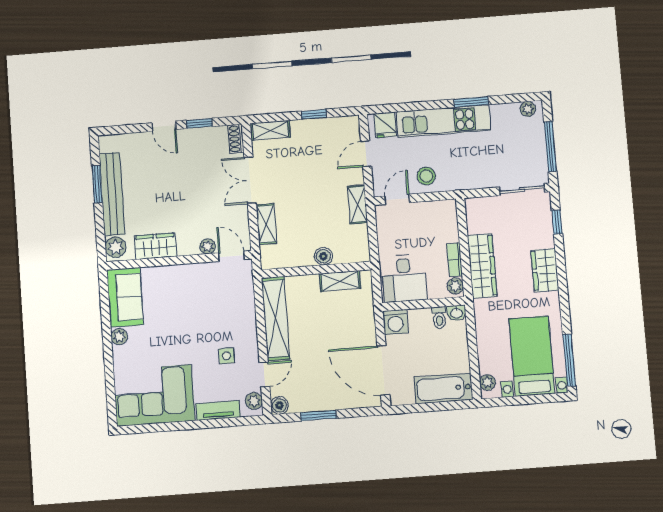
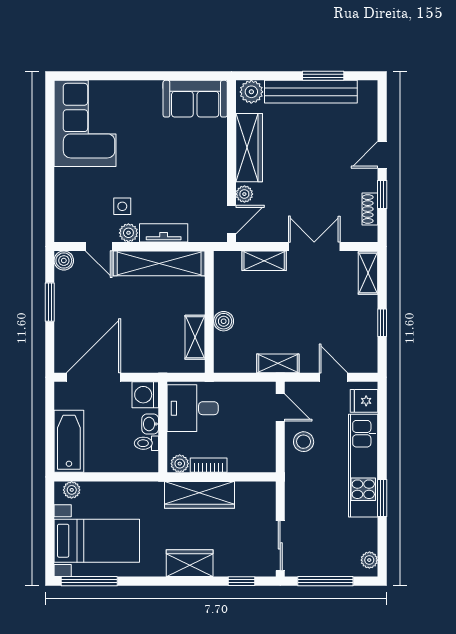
shoe rack: (236, 139) -> (370, 209), moved, turned -90
wardrobe: (155, 246) -> (249, 148), width x1.50
washbasin: (456, 313) -> (150, 424), moved
plant: (119, 337) -> (152, 89), removed
plant: (254, 401) -> (128, 233), moved
tv unit: (218, 410) -> (164, 233), moved, turned -90

